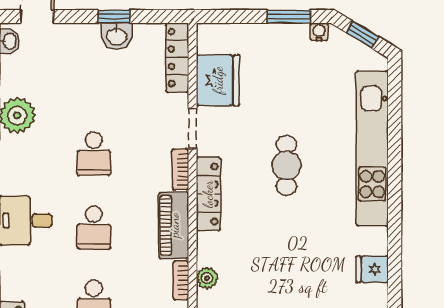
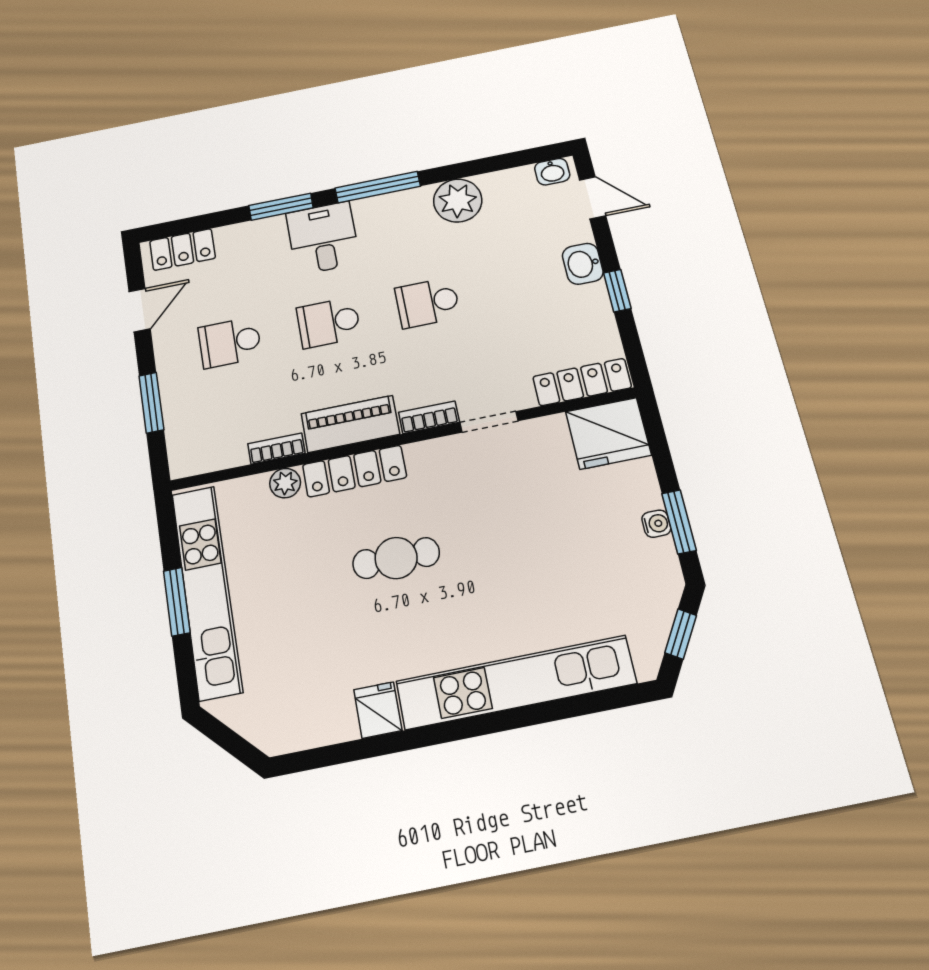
water cooler: (319, 32) -> (656, 524), moved
washbasin: (117, 36) -> (583, 264), moved
fridge: (218, 80) -> (608, 433), moved
cafe table: (286, 165) -> (396, 558), moved
locker: (208, 194) -> (354, 471), moved
fridge: (372, 269) -> (378, 710), moved

